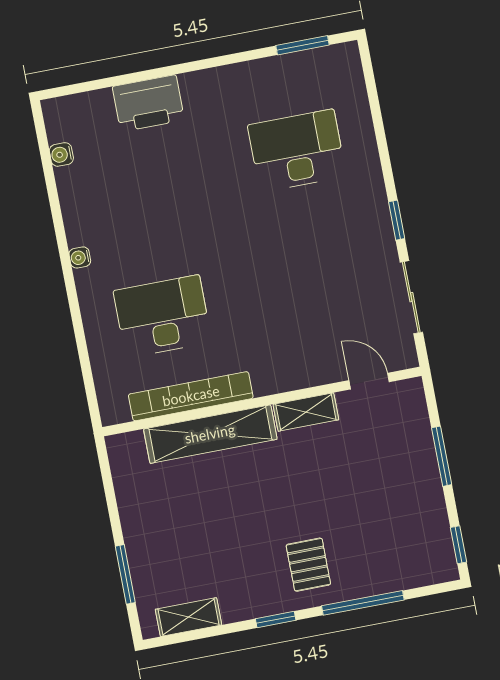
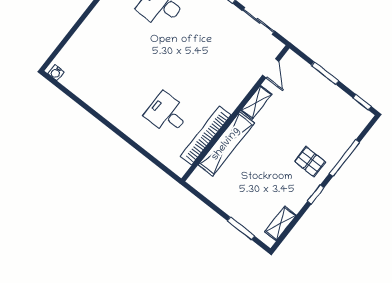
printer: (148, 103) -> (88, 35), removed
water cooler: (61, 154) -> (56, 73), moved
water cooler: (80, 257) -> (114, 119), removed
desk: (163, 316) -> (167, 114), width x0.73
door: (369, 381) -> (271, 68), swing flipped

